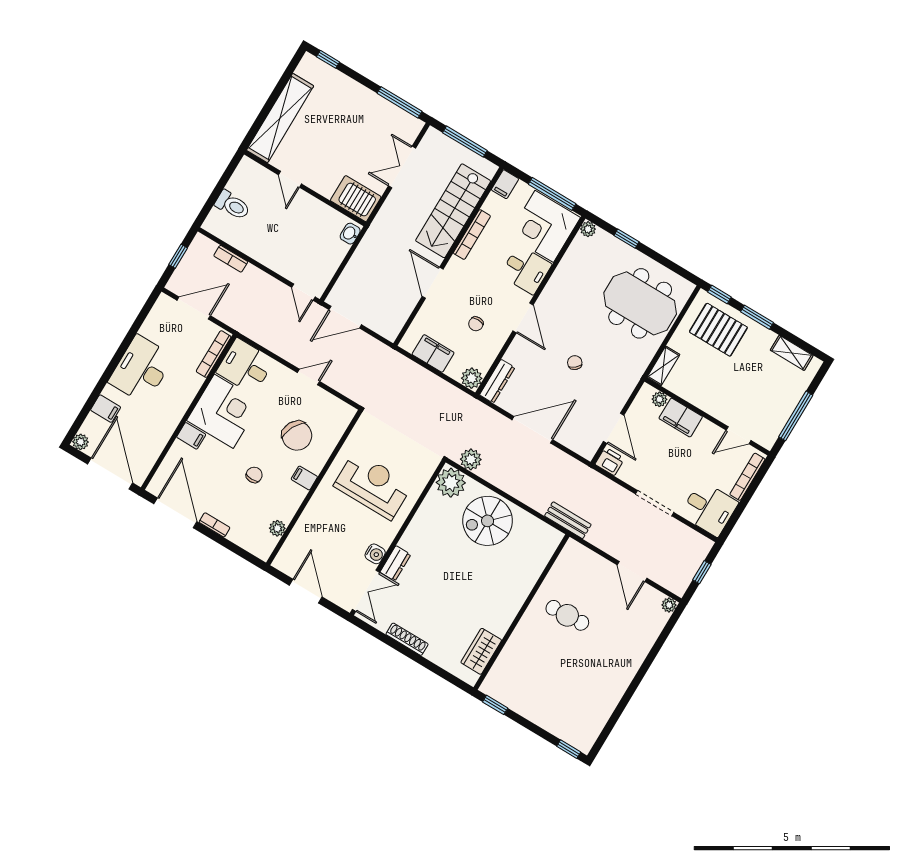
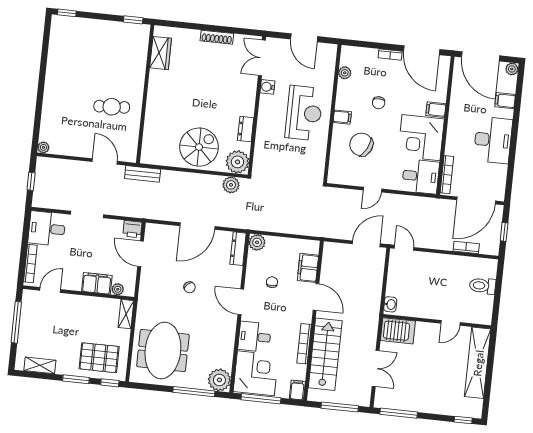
door: (290, 179) -> (451, 323), swing flipped
plant: (588, 229) -> (219, 380), width x1.87, depth x1.87
window: (626, 239) -> (194, 392), width x2.17
meeting table: (640, 303) -> (163, 351), turned 90
door: (194, 308) -> (476, 200), width x1.36
filing cabinet: (433, 353) -> (308, 268), moved, turned 90
reception desk: (373, 485) -> (304, 113), moved, turned -90
dresser: (395, 563) -> (246, 129), moved
door: (632, 571) -> (105, 161), moved

